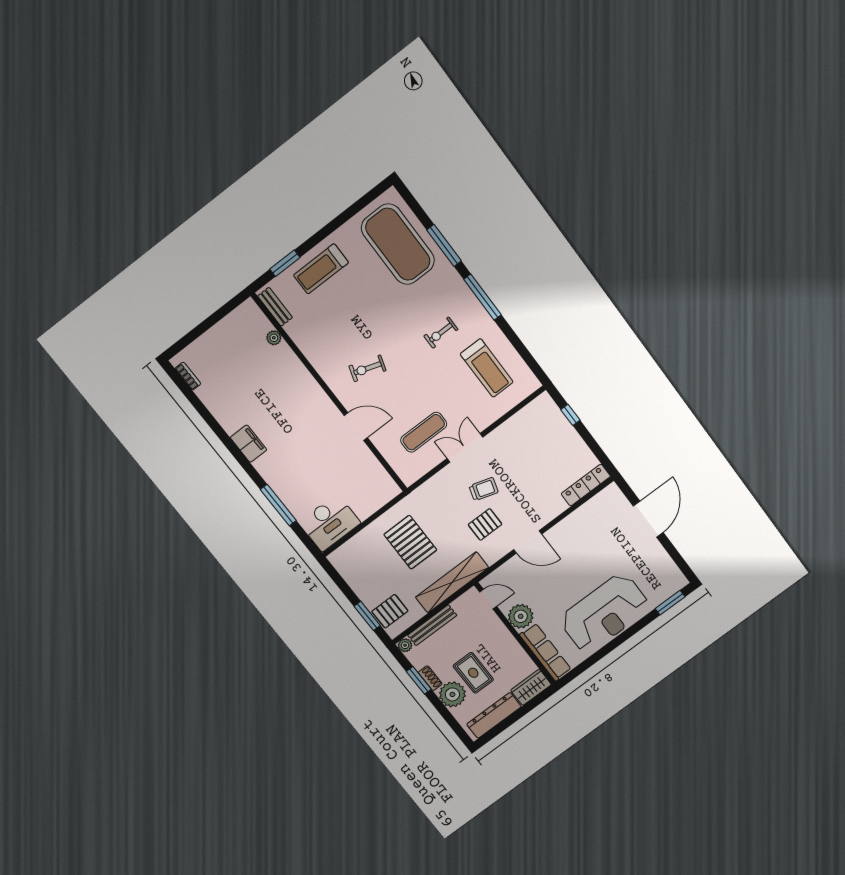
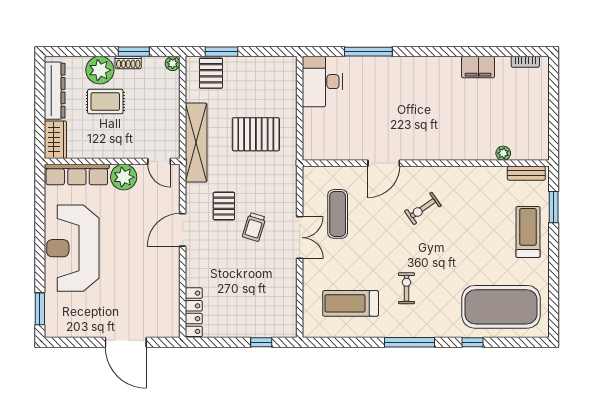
window: (444, 245) -> (473, 342), width x0.46
exercise bike: (367, 368) -> (423, 208), turned -143
filing cabinet: (249, 444) -> (478, 67), moved
door: (488, 599) -> (159, 161), hinge flipped
bench: (432, 625) -> (172, 99), removed

